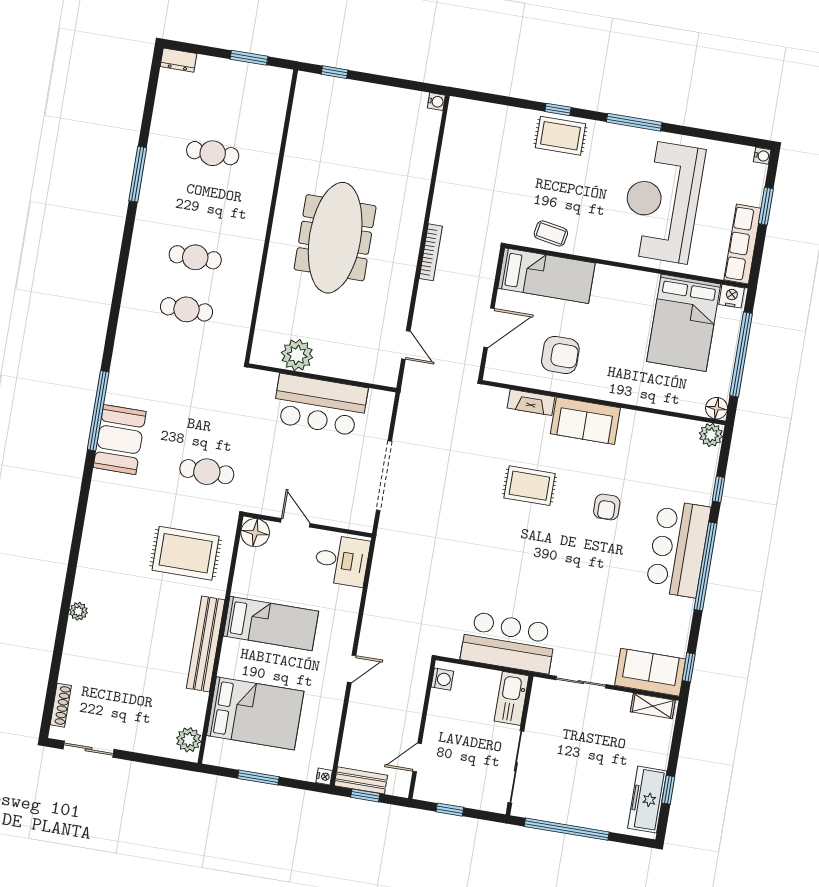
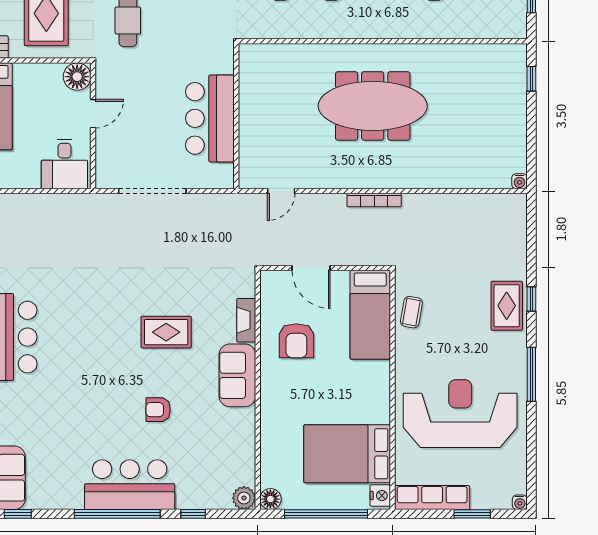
plant: (297, 355) -> (254, 88), removed
rug: (529, 486) -> (166, 332), turned 90

